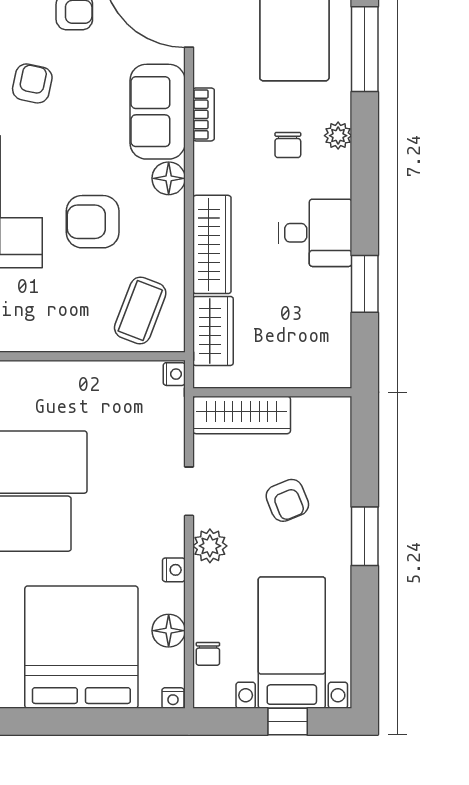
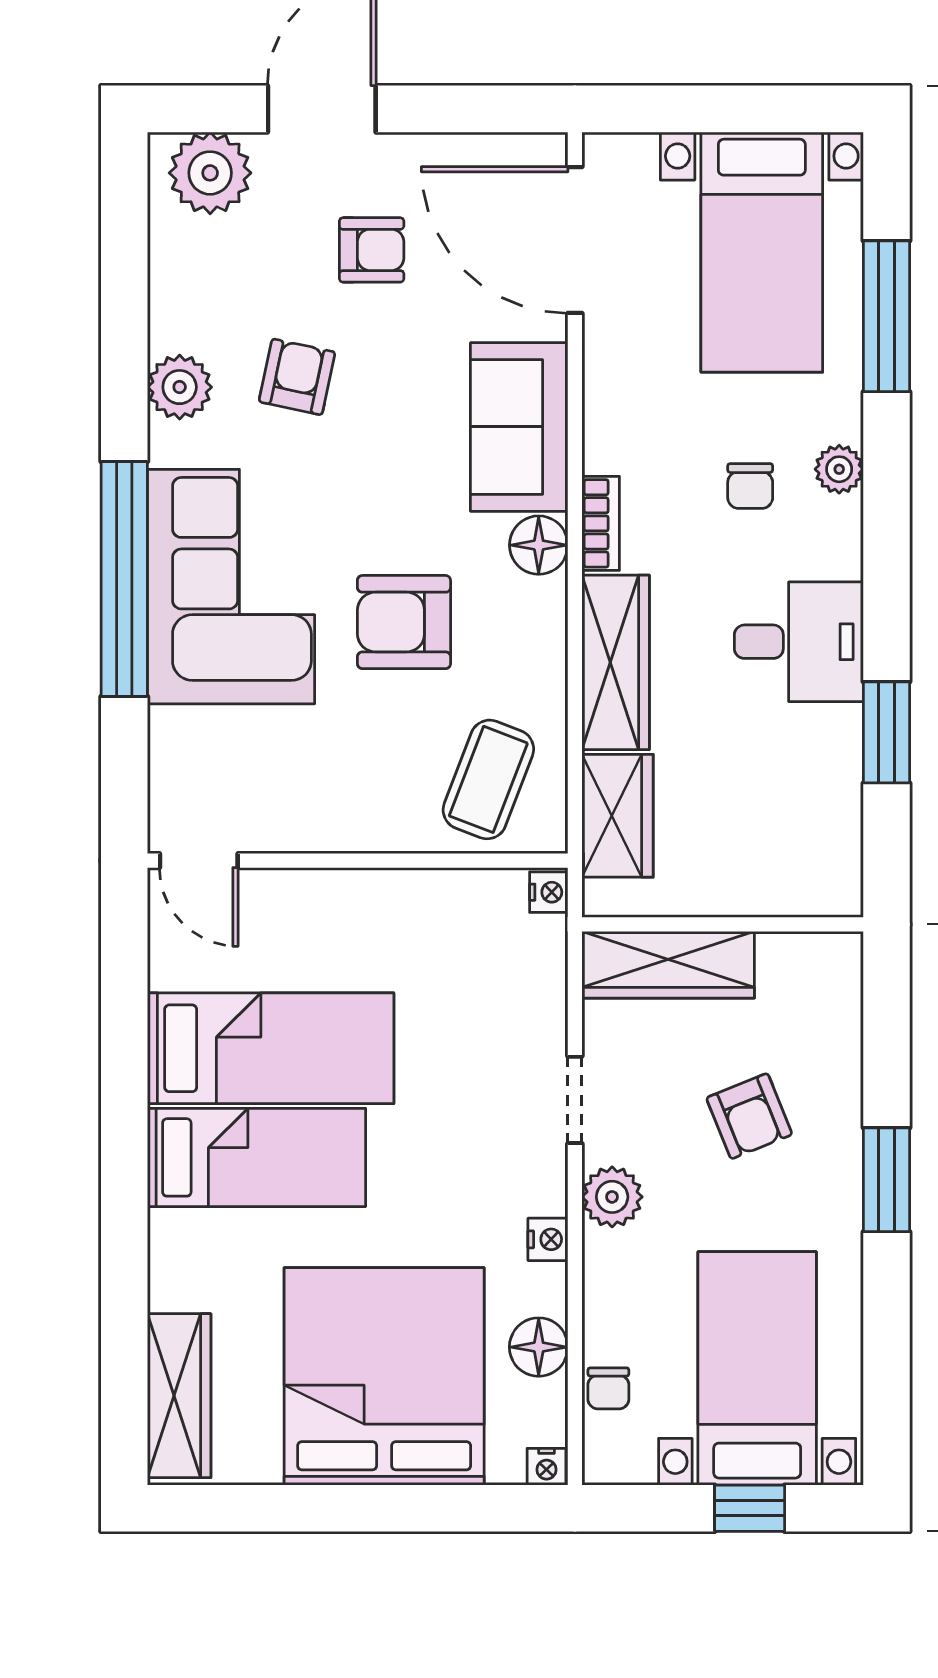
bookcase: (204, 114) -> (601, 523), moved

